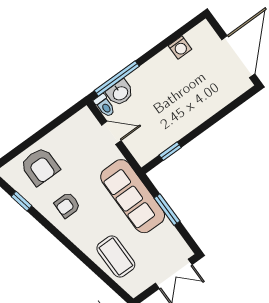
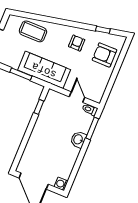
washing machine: (180, 48) -> (61, 184), moved
window: (117, 78) -> (92, 128), width x0.69
washbasin: (120, 93) -> (78, 139), moved
door: (111, 133) -> (77, 97), swing flipped

